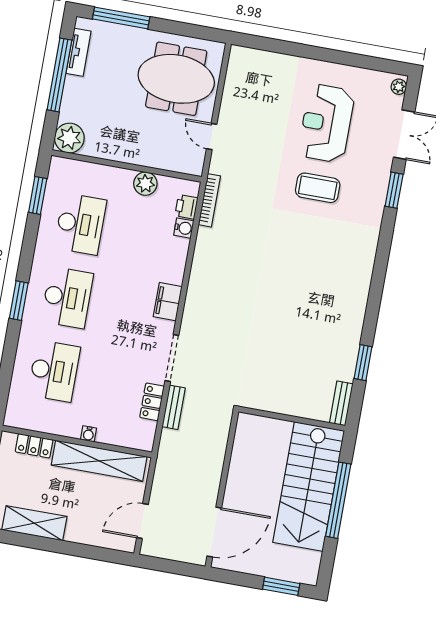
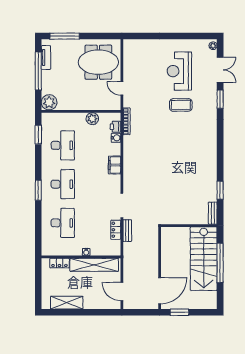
filing cabinet: (168, 302) -> (115, 165), moved
door: (142, 521) -> (122, 292), hinge flipped
window: (281, 586) -> (179, 312), moved

